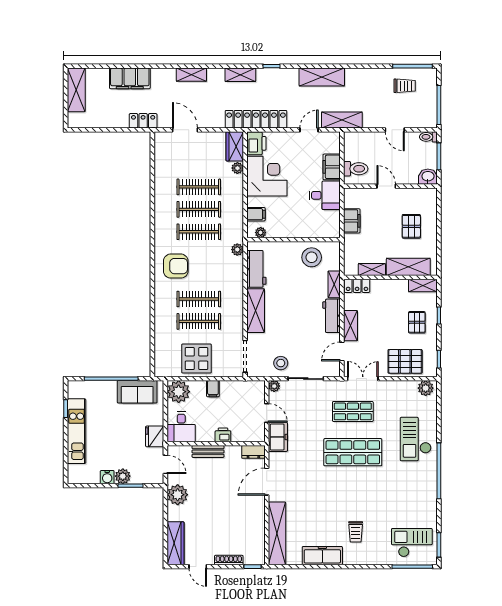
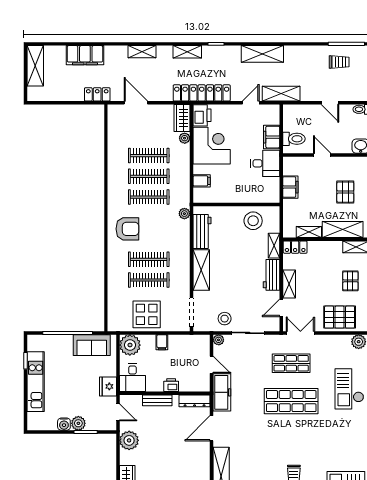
plant: (261, 233) -> (206, 198), removed
freezer: (278, 437) -> (222, 392), width x1.40
dresser: (253, 452) -> (195, 401), width x1.44

